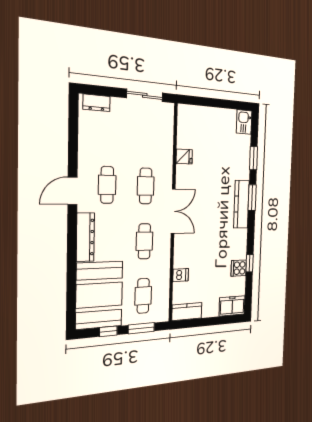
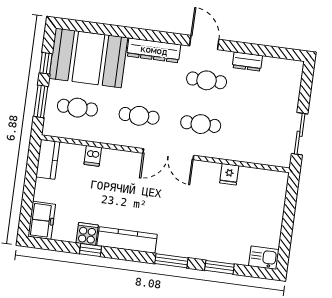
dresser: (96, 103) -> (247, 62), moved, turned -90
kitchen counter: (241, 204) -> (127, 240), moved

